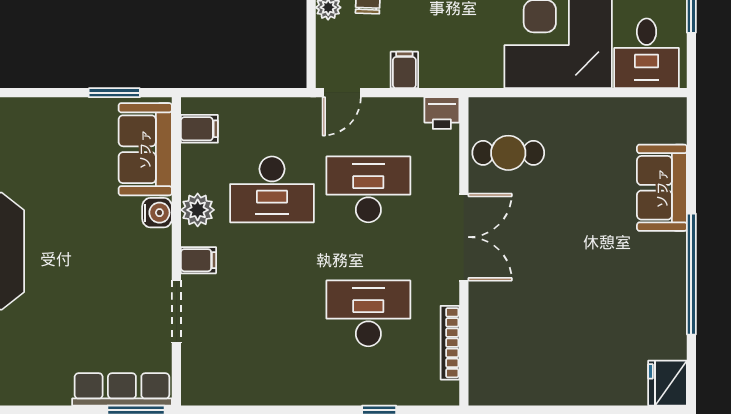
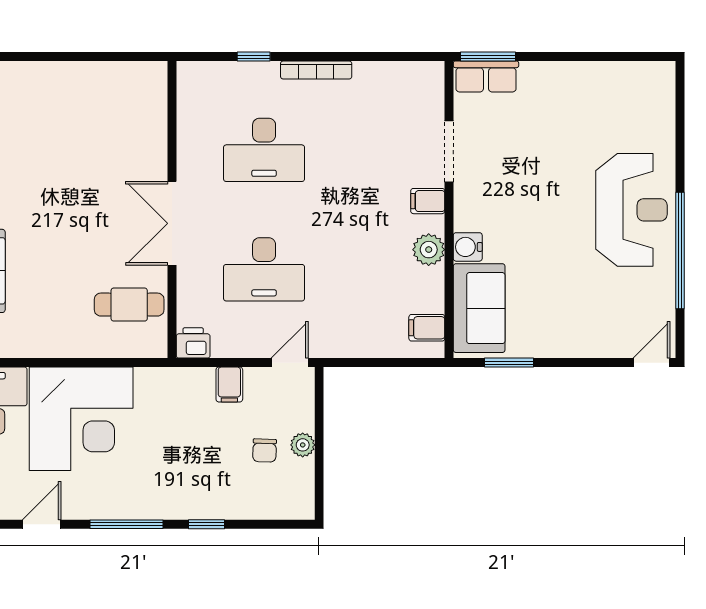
desk: (272, 189) -> (357, 269), removed
bookcase: (450, 343) -> (316, 70), moved, turned 90
row of seats: (122, 389) -> (486, 76), width x0.68

